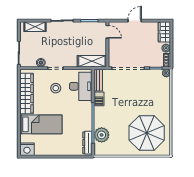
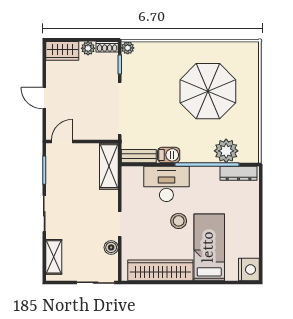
desk: (81, 86) -> (166, 184), moved
stool: (56, 88) -> (179, 221), moved
parasol: (147, 133) -> (208, 91), moved

